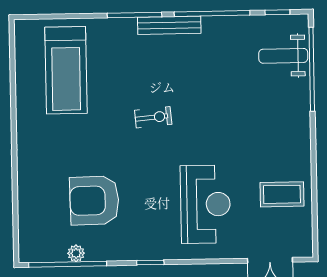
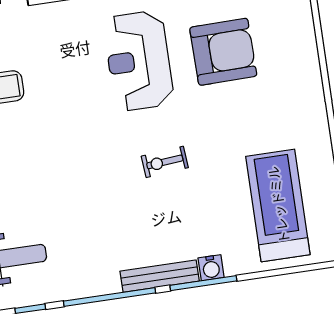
water cooler: (127, 27) -> (211, 268), added
reception desk: (205, 204) -> (139, 61), moved

